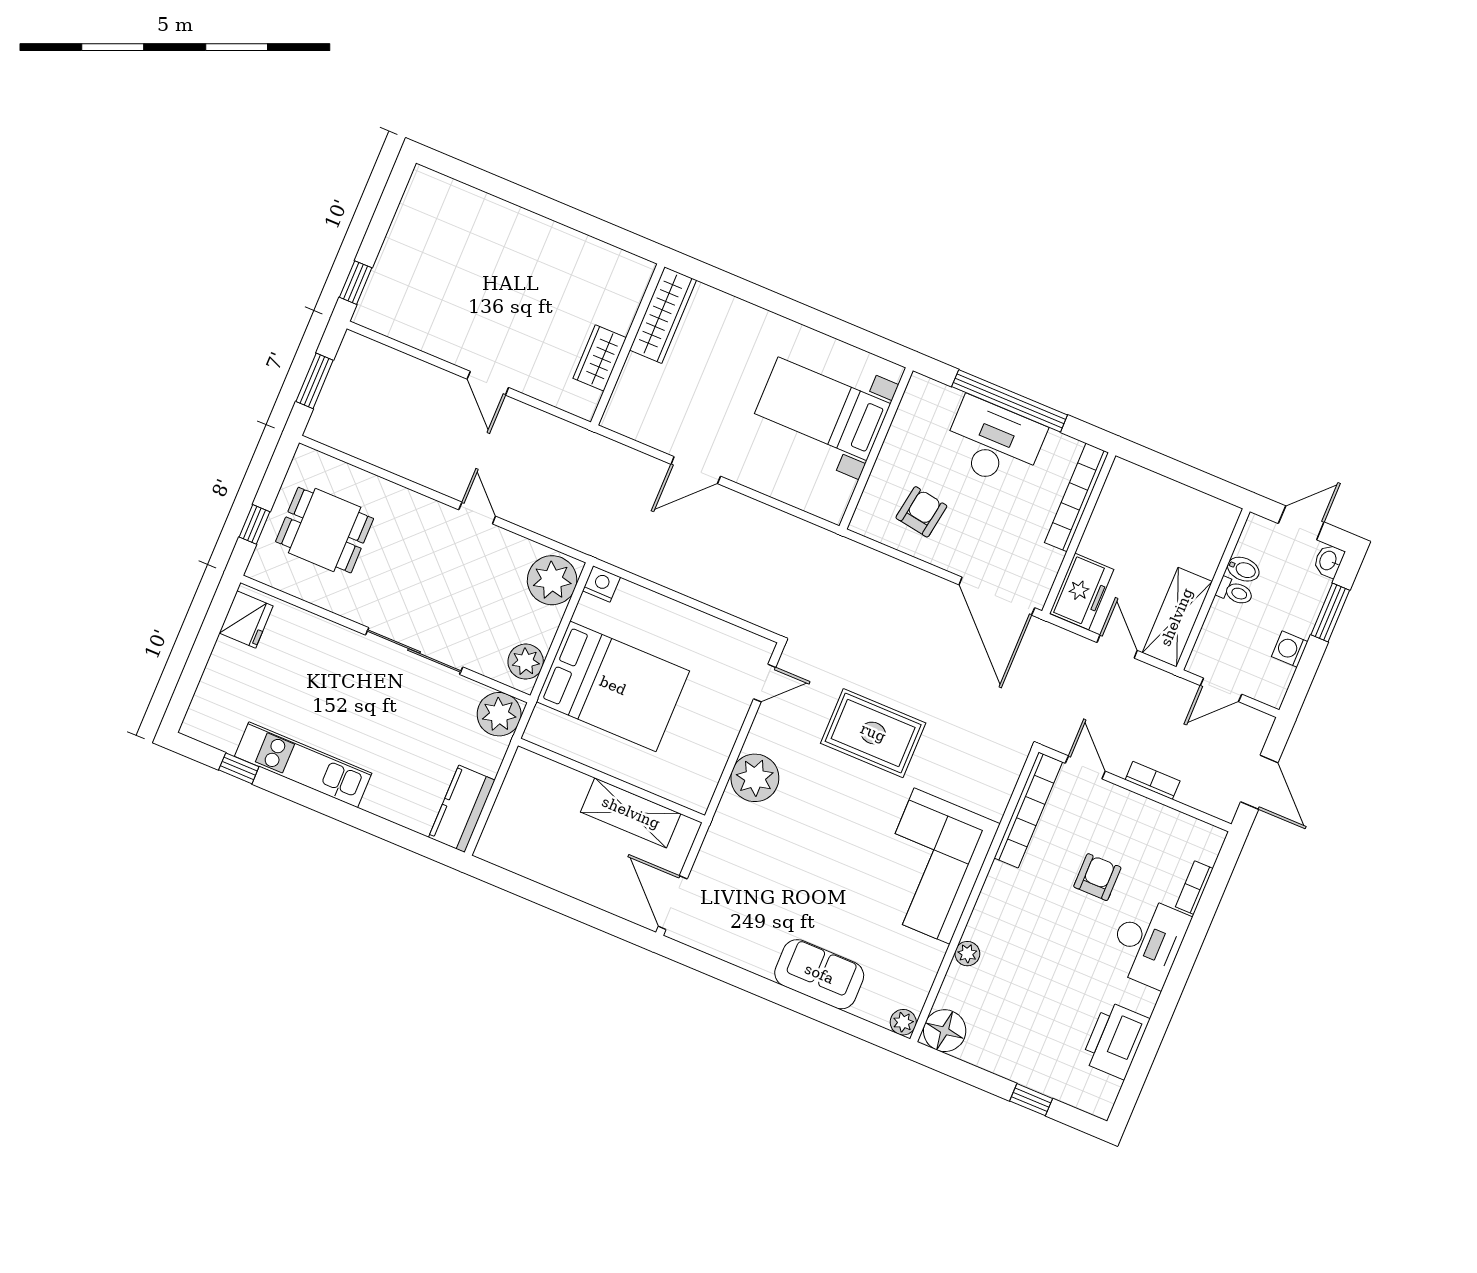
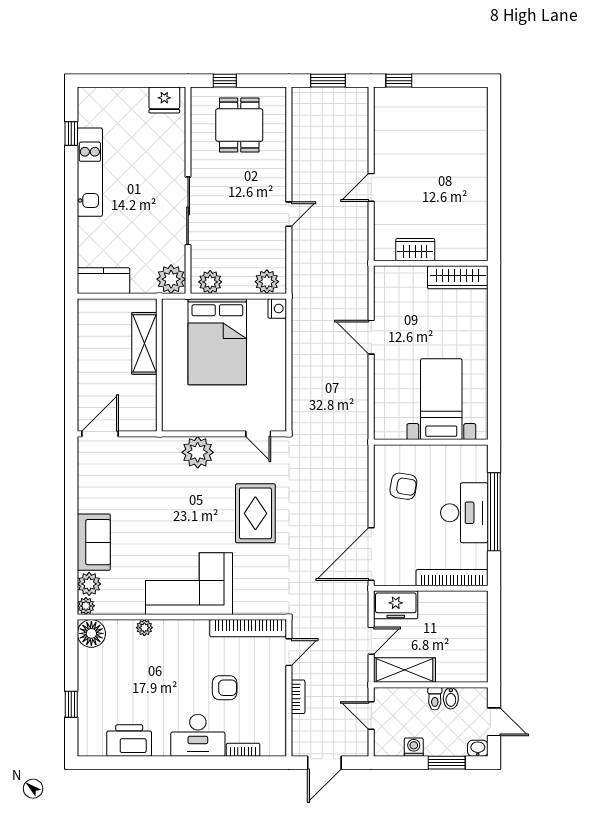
plant: (552, 580) -> (267, 282), width x0.73, depth x0.73
shelving: (631, 813) -> (144, 343), moved
plant: (875, 1005) -> (89, 584), added

